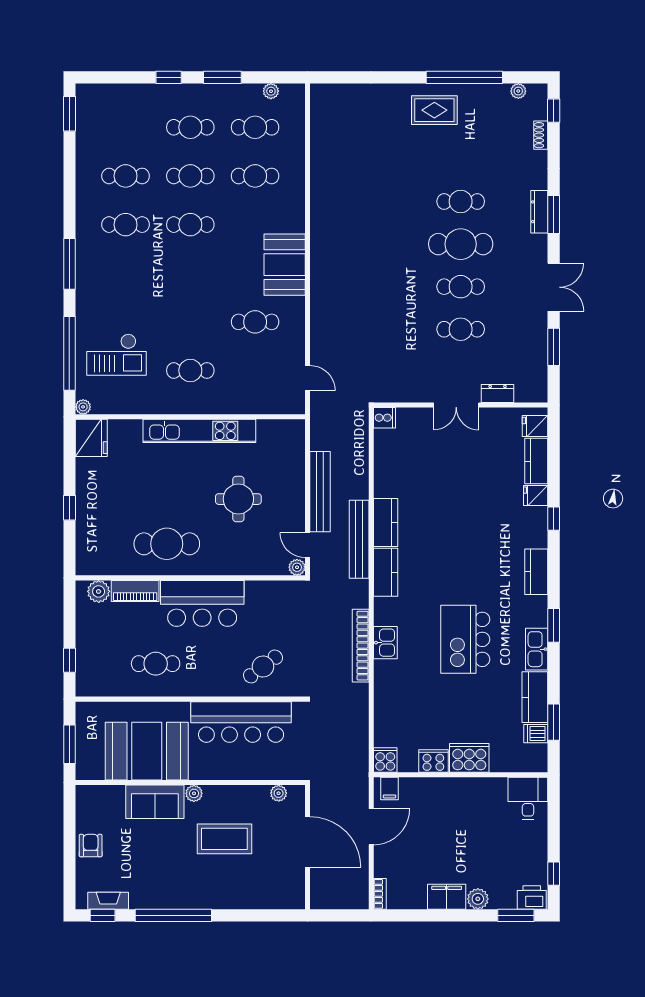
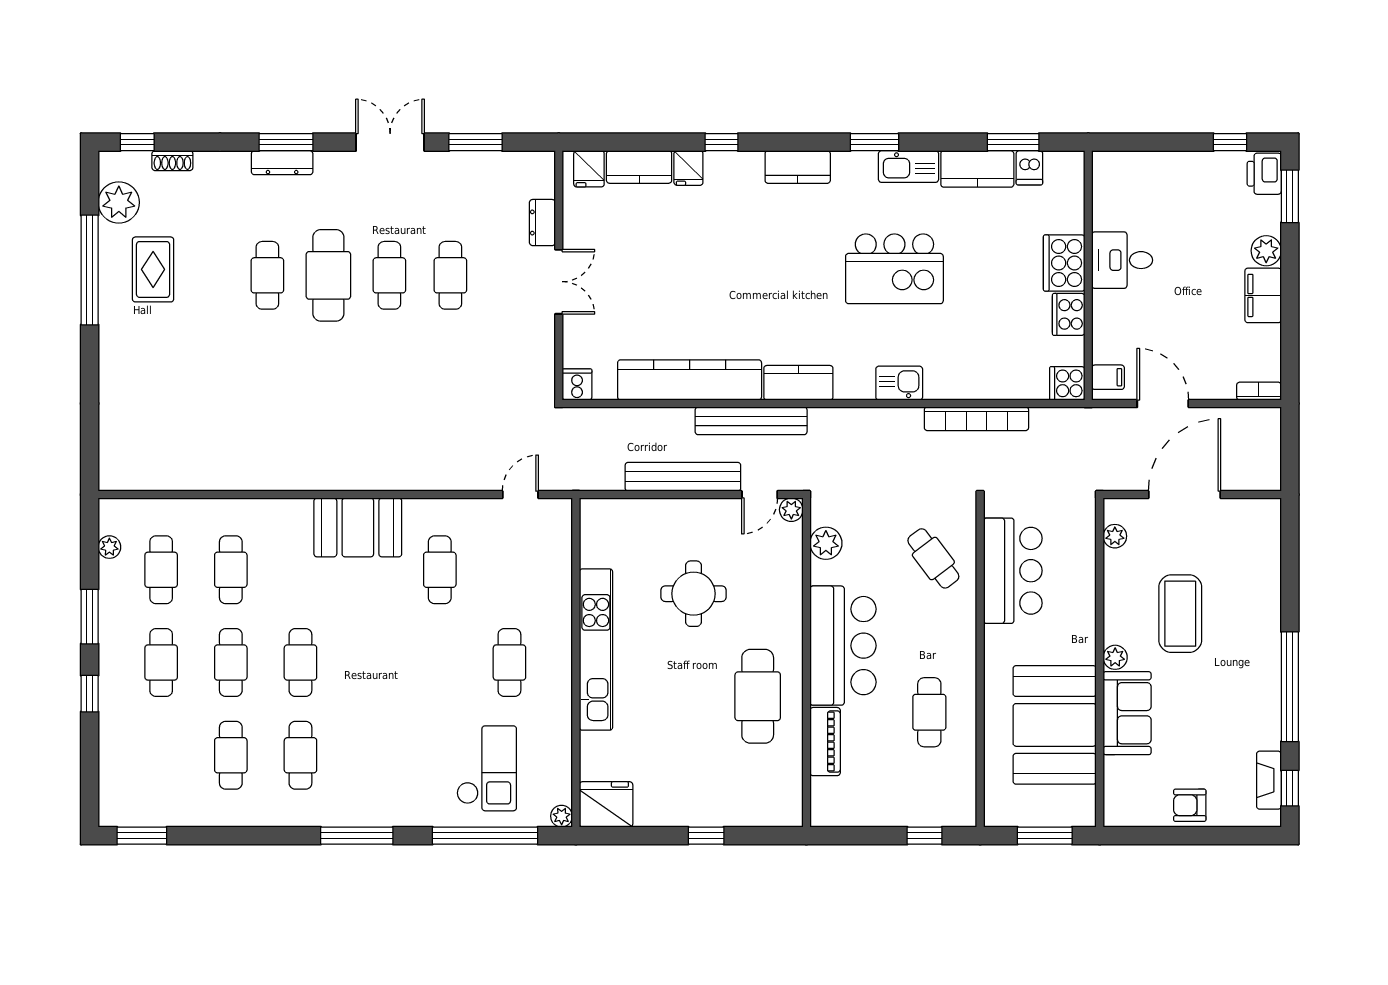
plant: (518, 91) -> (119, 202), width x1.88, depth x1.88
rug: (434, 110) -> (153, 269), moved
kitchen counter: (386, 522) -> (690, 380), width x2.08, depth x1.17
plant: (99, 591) -> (826, 543), moved
bookcase: (361, 646) -> (976, 419), moved
bar counter: (241, 722) -> (1013, 571), width x0.73
desk: (528, 798) -> (1122, 260), moved

